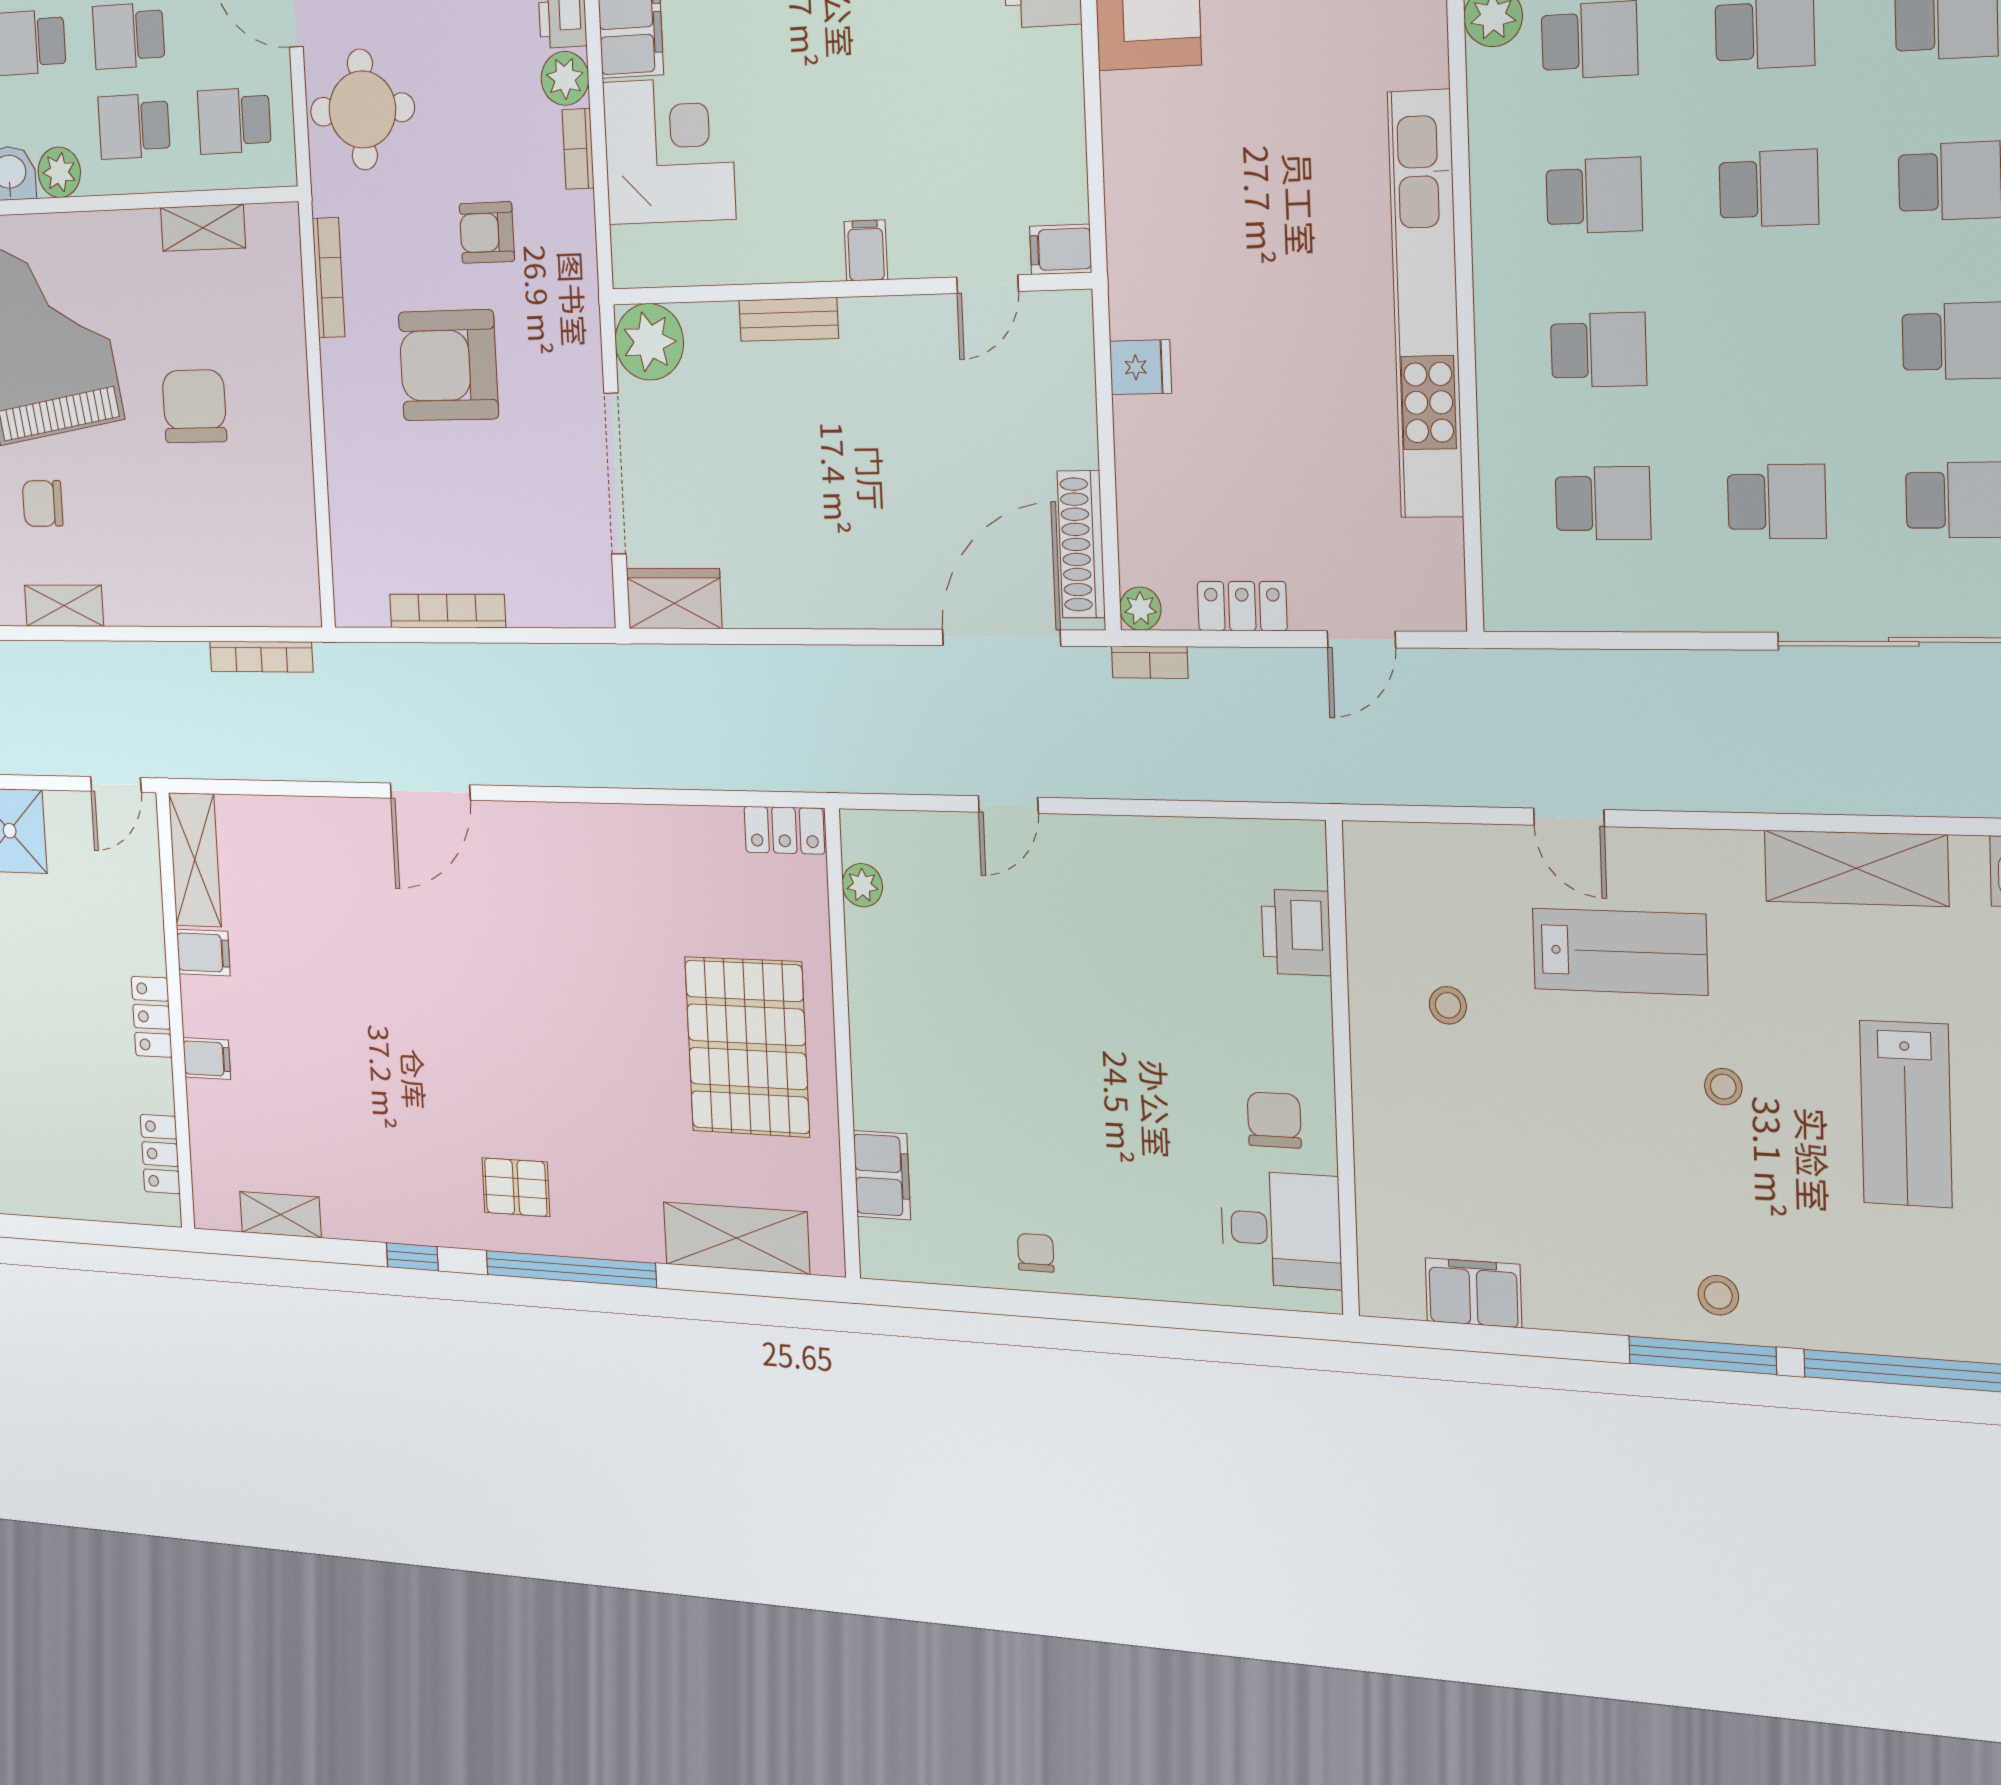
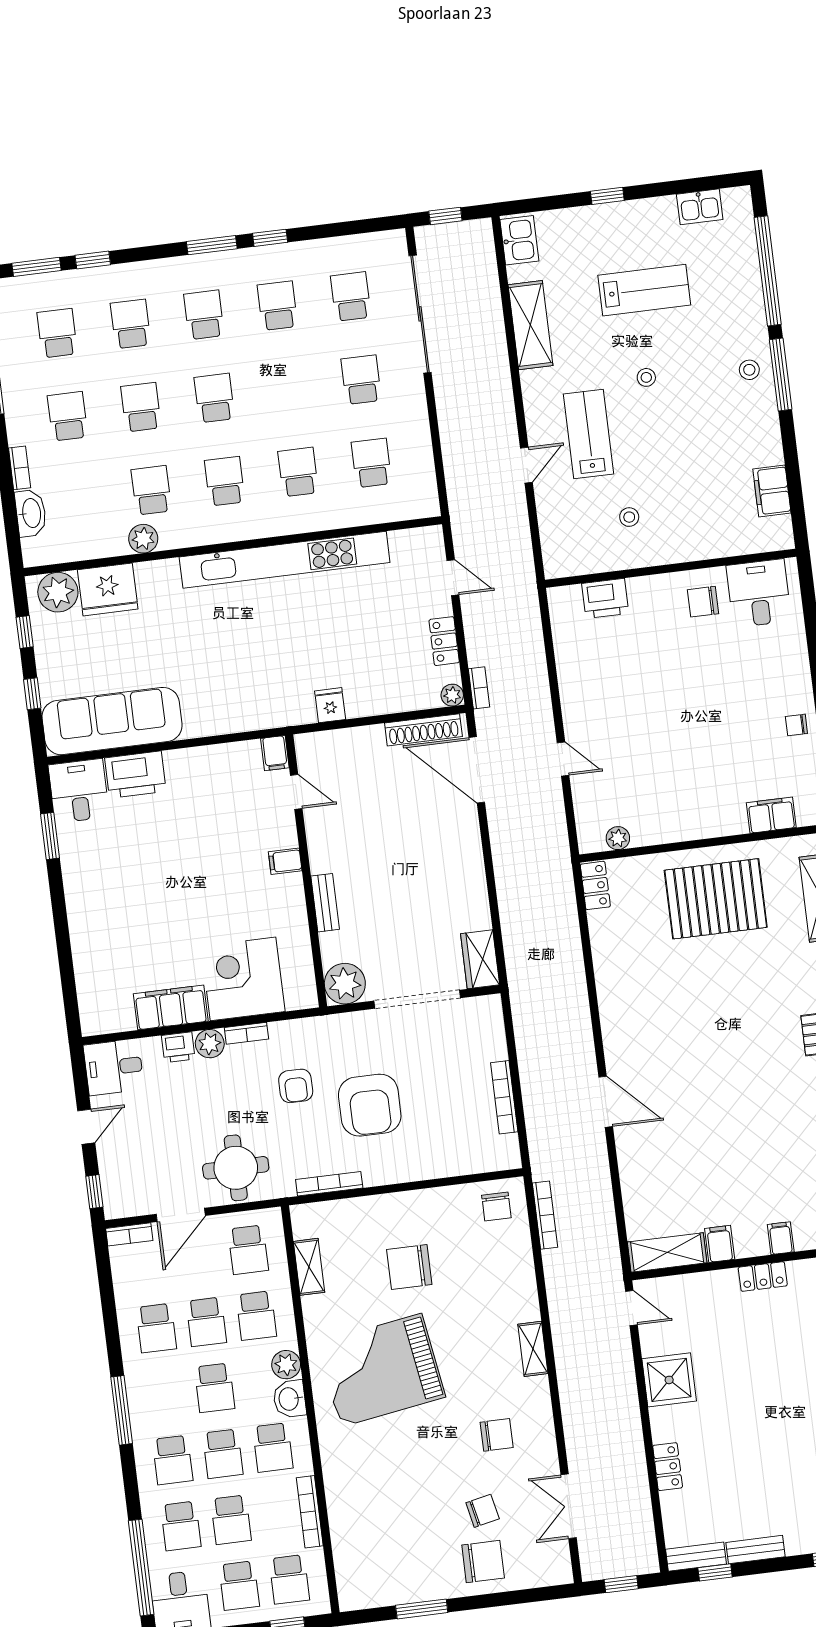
chair: (43, 503) -> (496, 1206), moved

